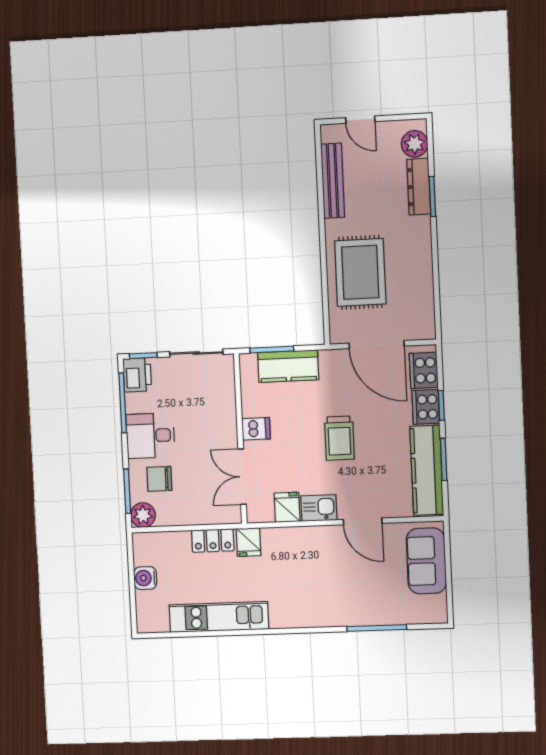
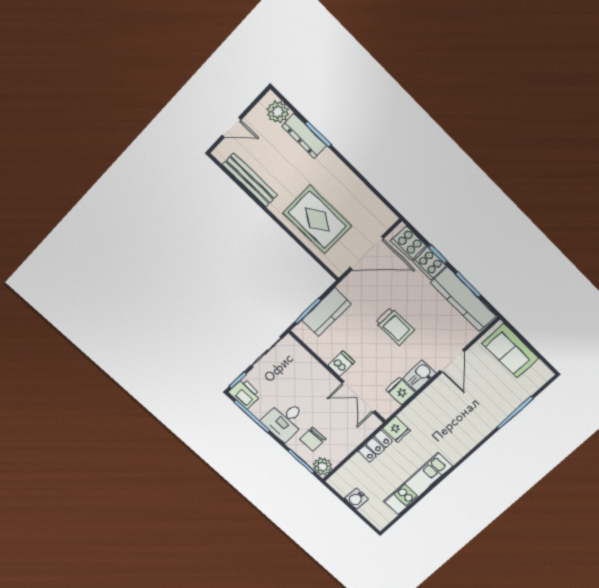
door: (363, 521) -> (452, 361), hinge flipped

